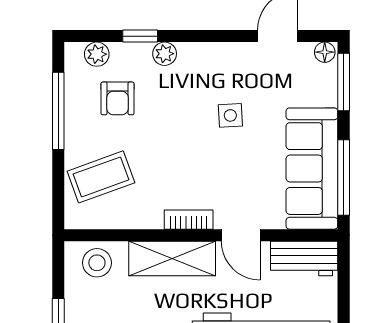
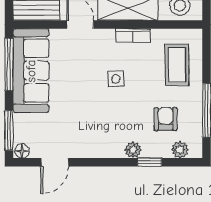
side table: (230, 115) -> (116, 79), moved
coffee table: (101, 177) -> (177, 65), turned -70
bookcase: (189, 220) -> (133, 35), moved

